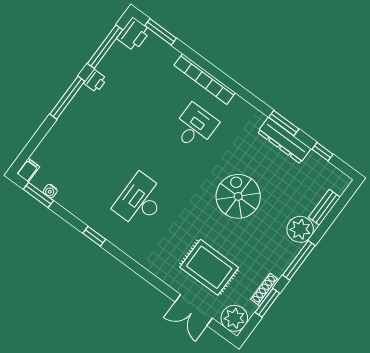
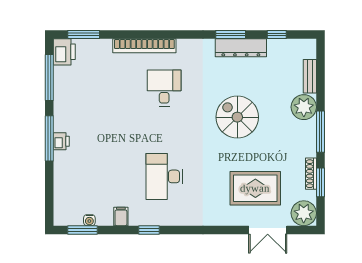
printer: (95, 81) -> (61, 141), moved
filing cabinet: (28, 170) -> (121, 217), moved

